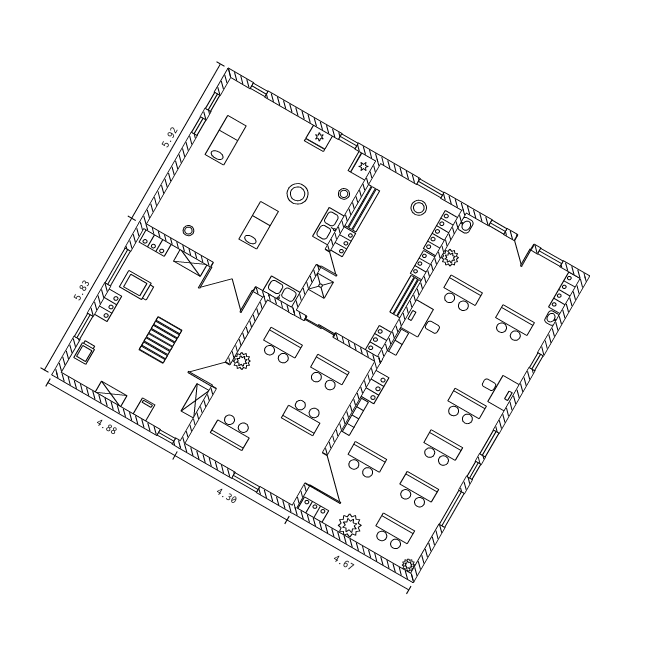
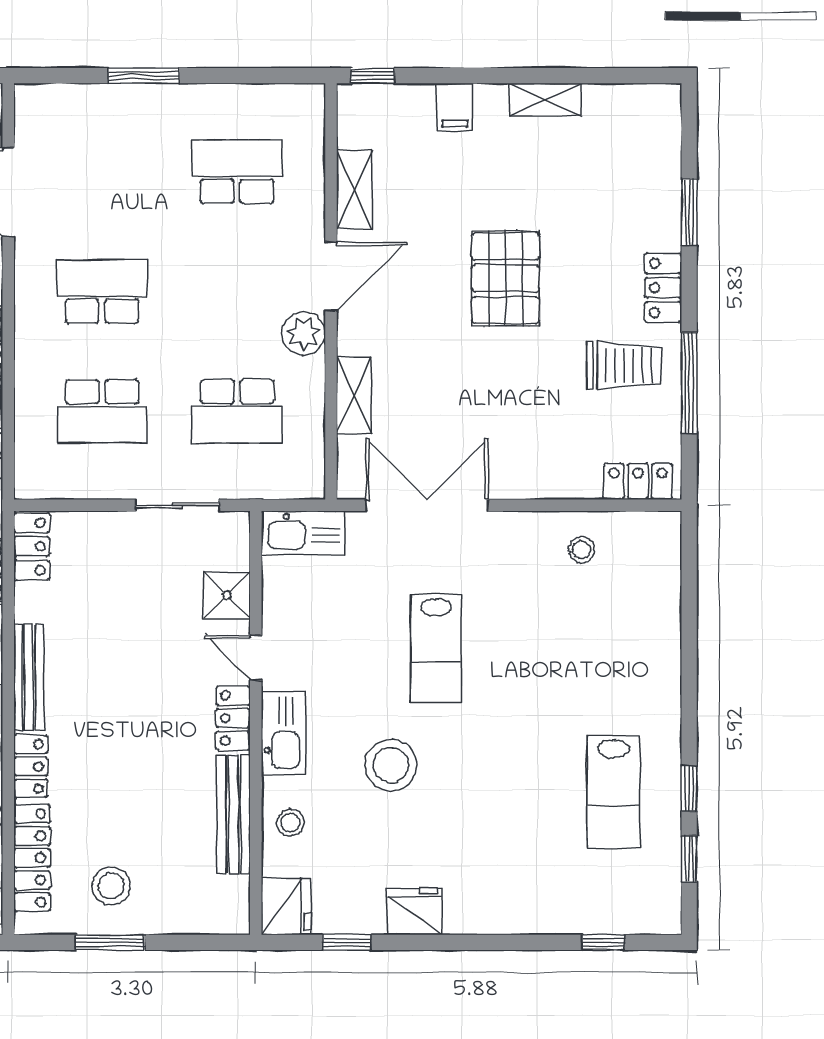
shelving: (190, 263) -> (354, 395), moved, turned 90
trolley: (85, 352) -> (654, 157), removed

